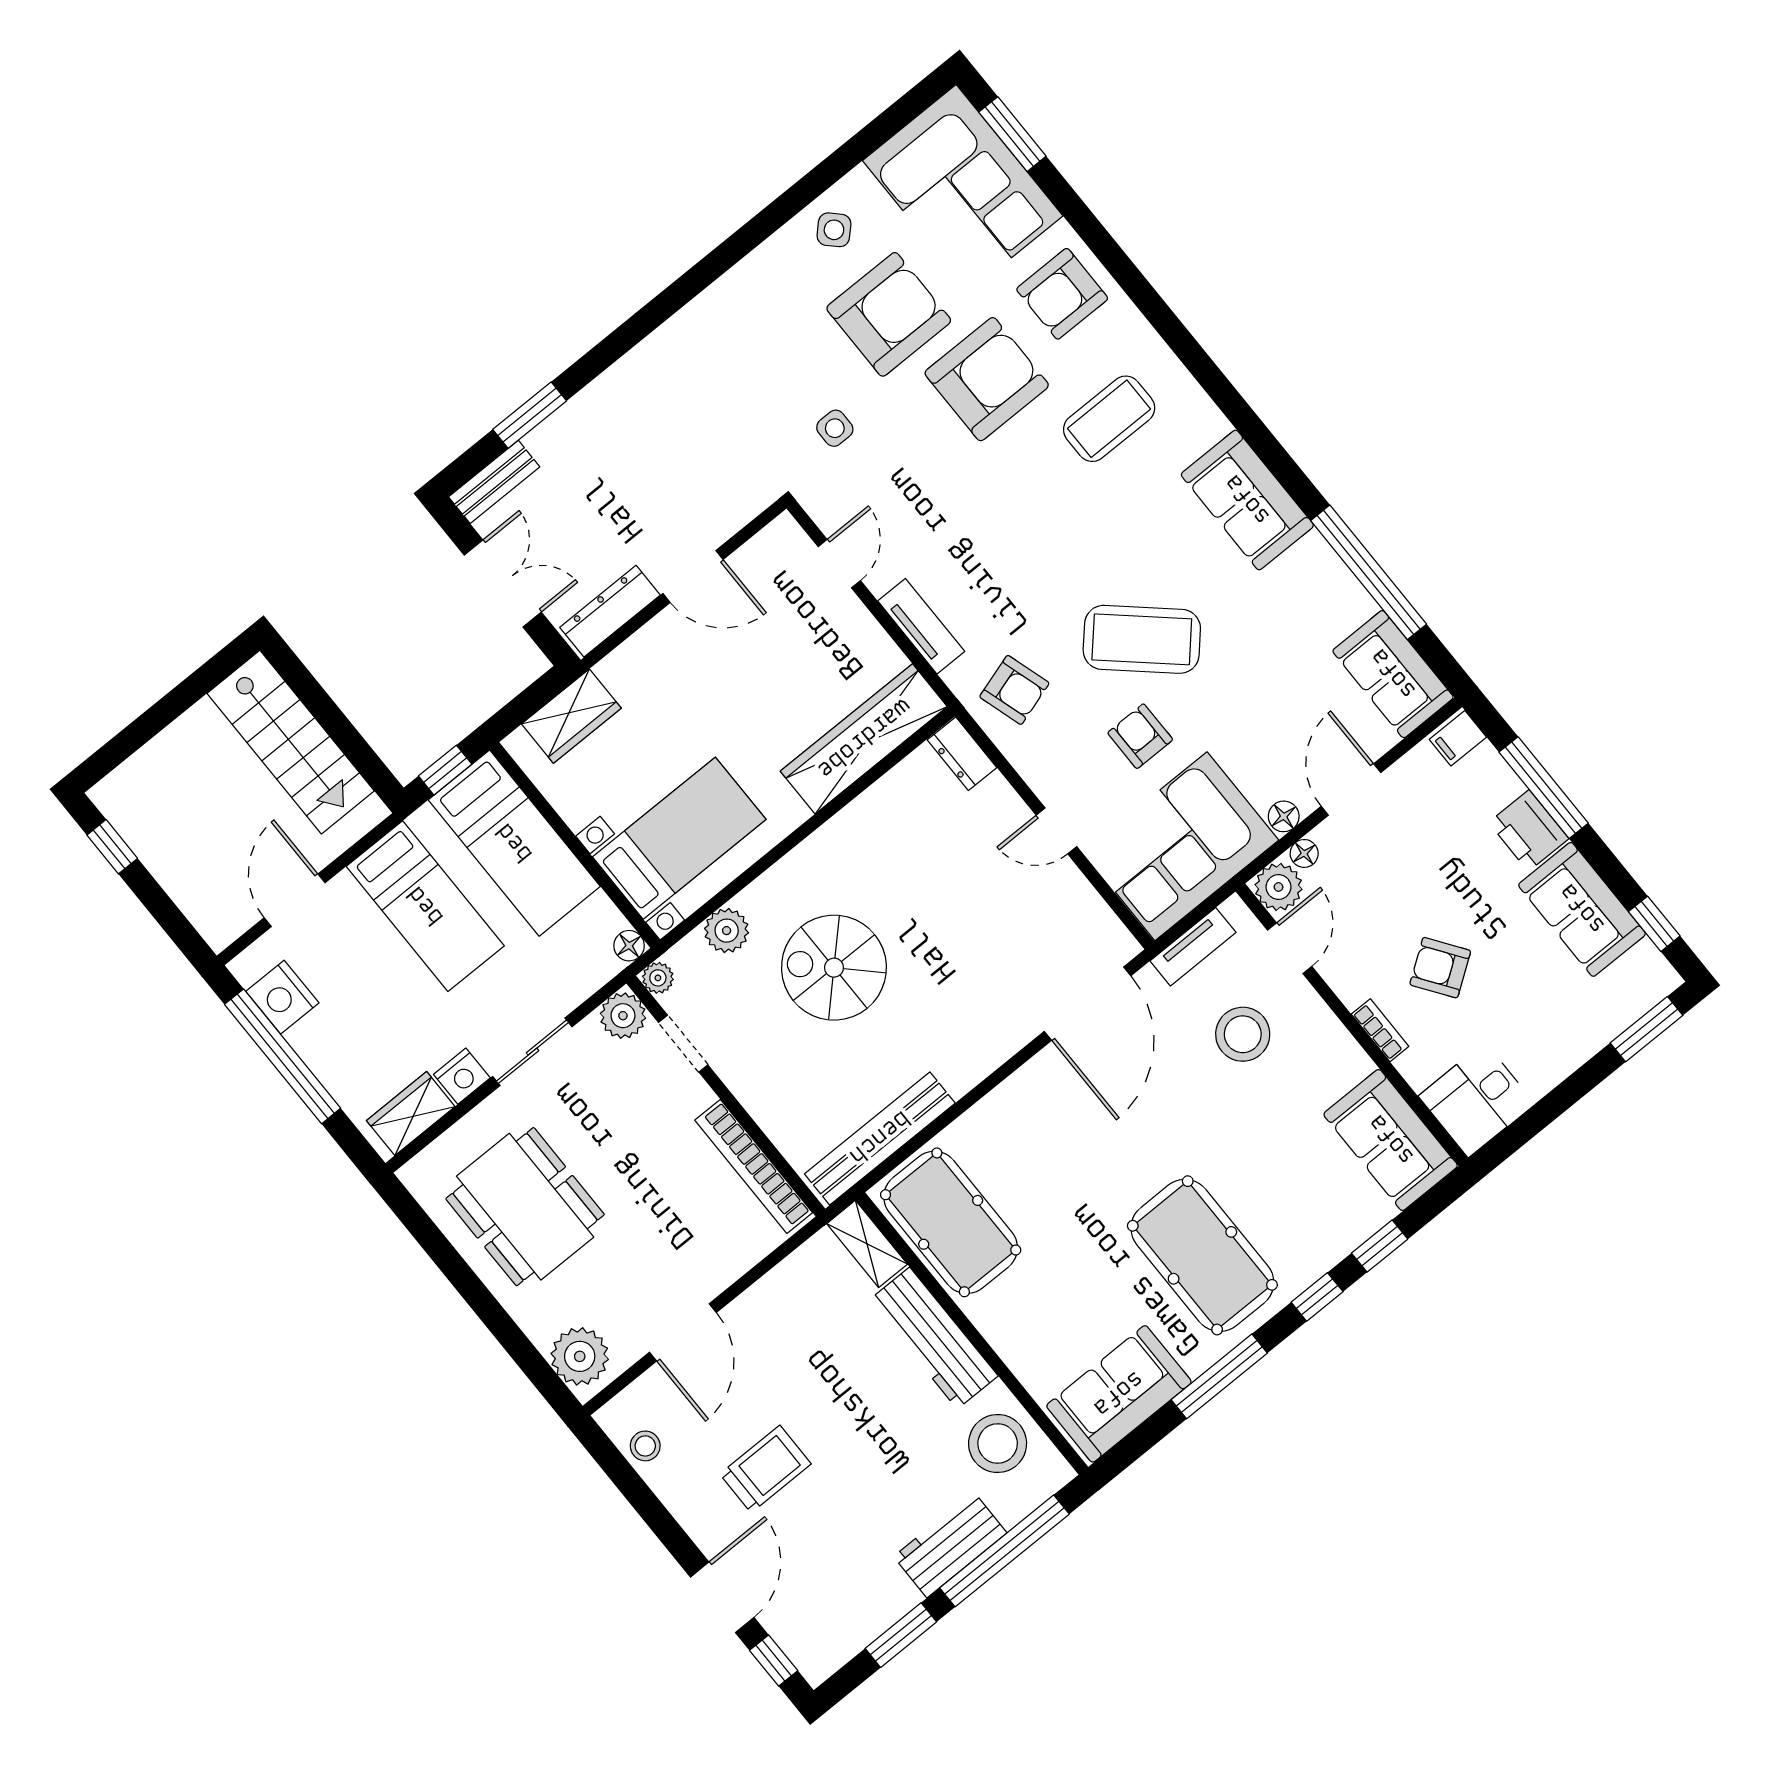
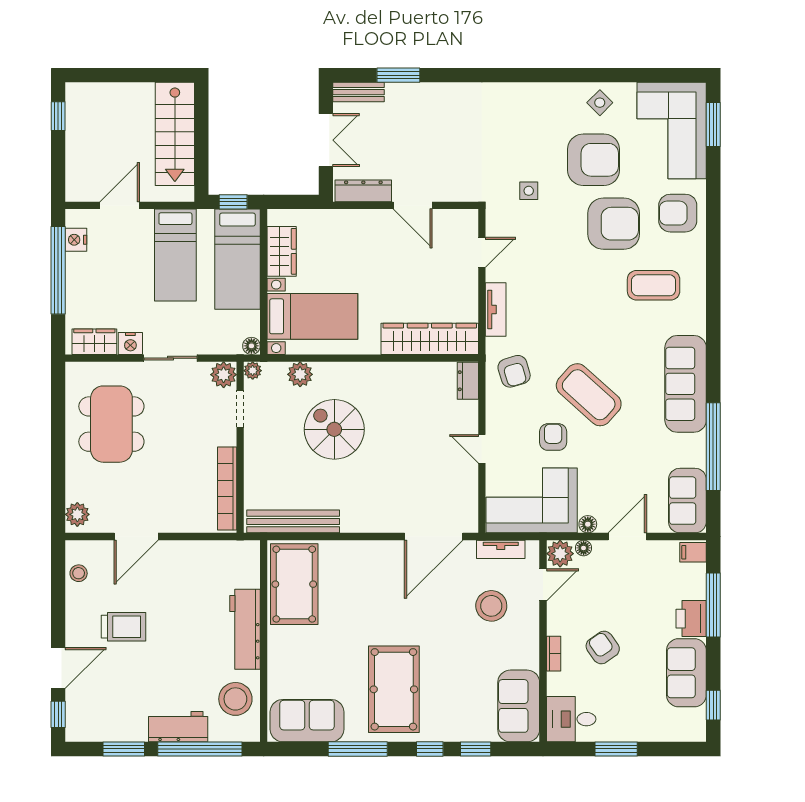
sofa: (1247, 500) -> (686, 384), width x1.36
wardrobe: (571, 716) -> (282, 251), moved, turned -90
nightstand: (282, 997) -> (76, 240), width x0.74, depth x0.75
window: (1647, 1029) -> (616, 749), moved
shelving: (867, 1244) -> (249, 564), removed
plant: (580, 1356) -> (77, 514), width x0.73, depth x0.73

